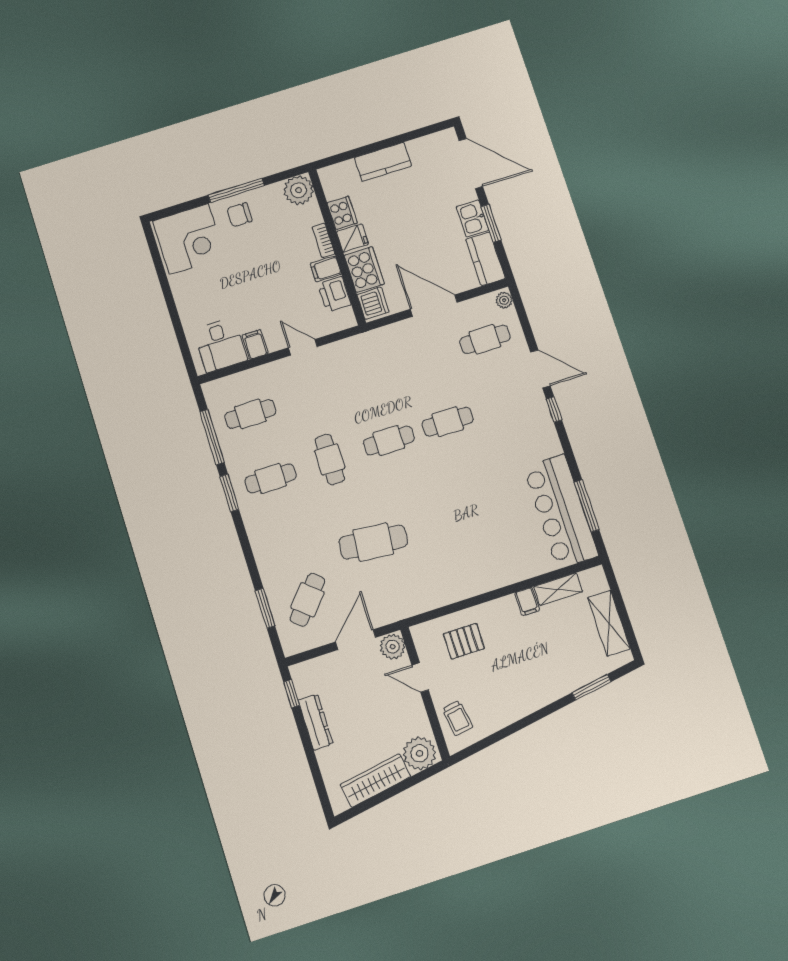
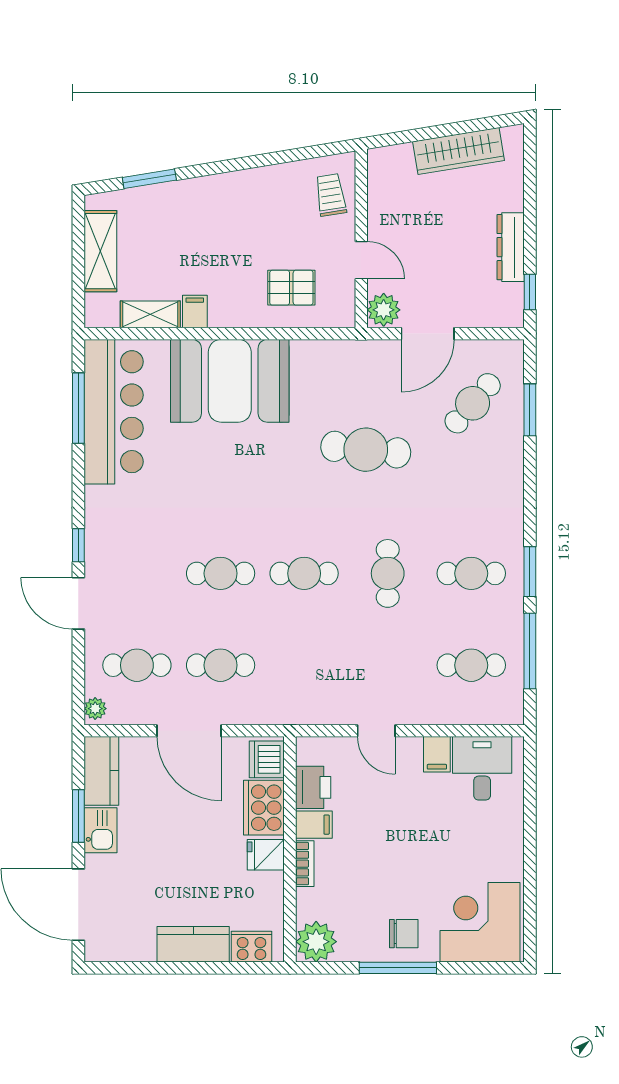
cooker: (342, 213) -> (251, 947), moved, turned 90
cafe table: (427, 358) -> (221, 665), added
booth: (486, 560) -> (230, 381), added
plant: (420, 753) -> (393, 166), removed

